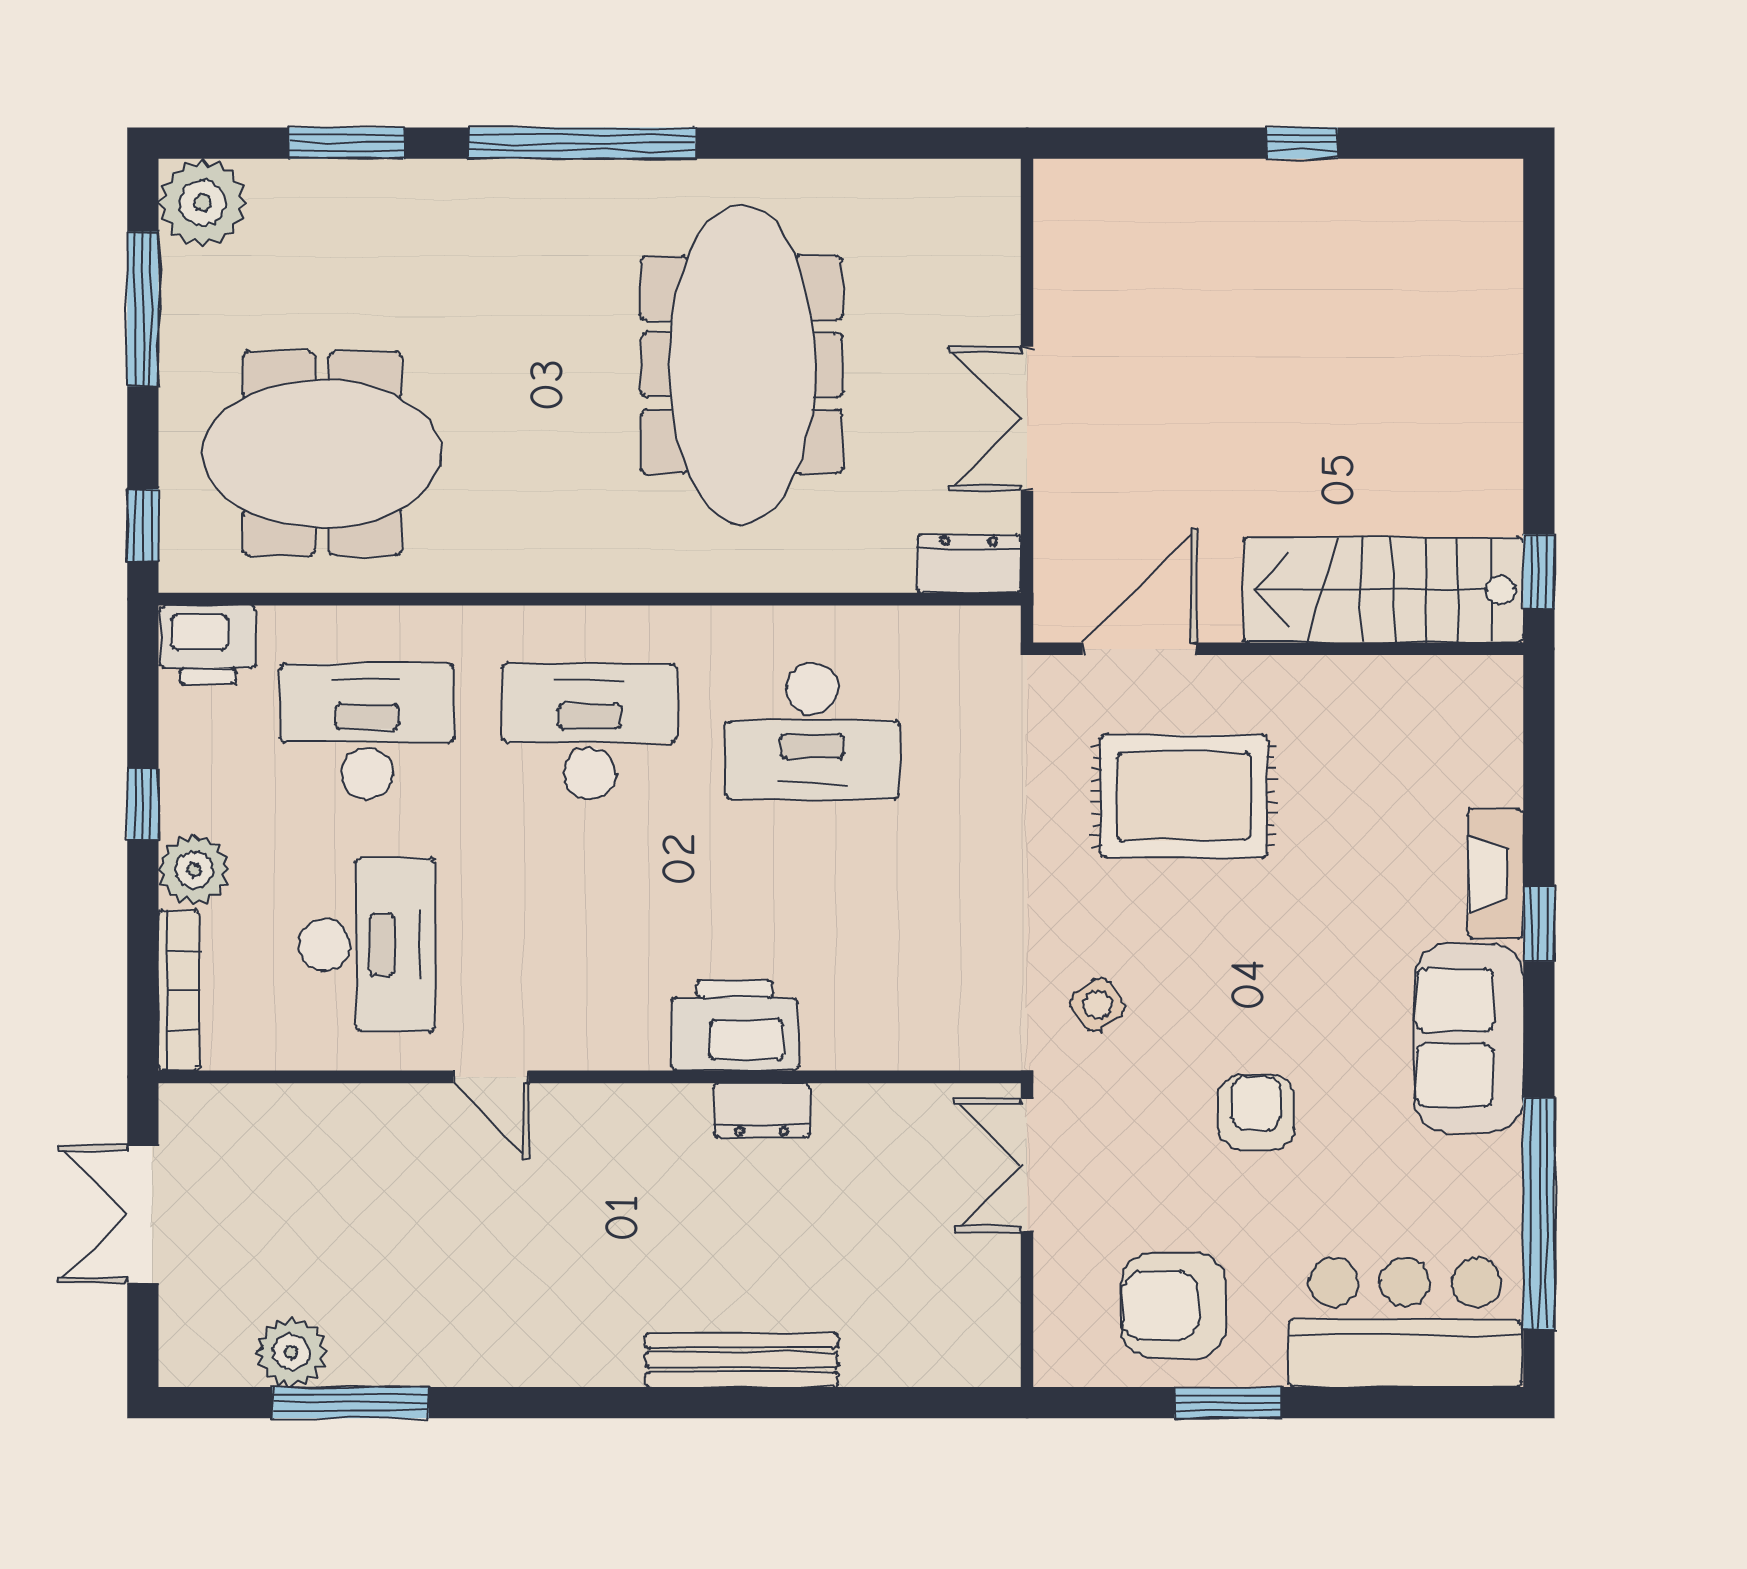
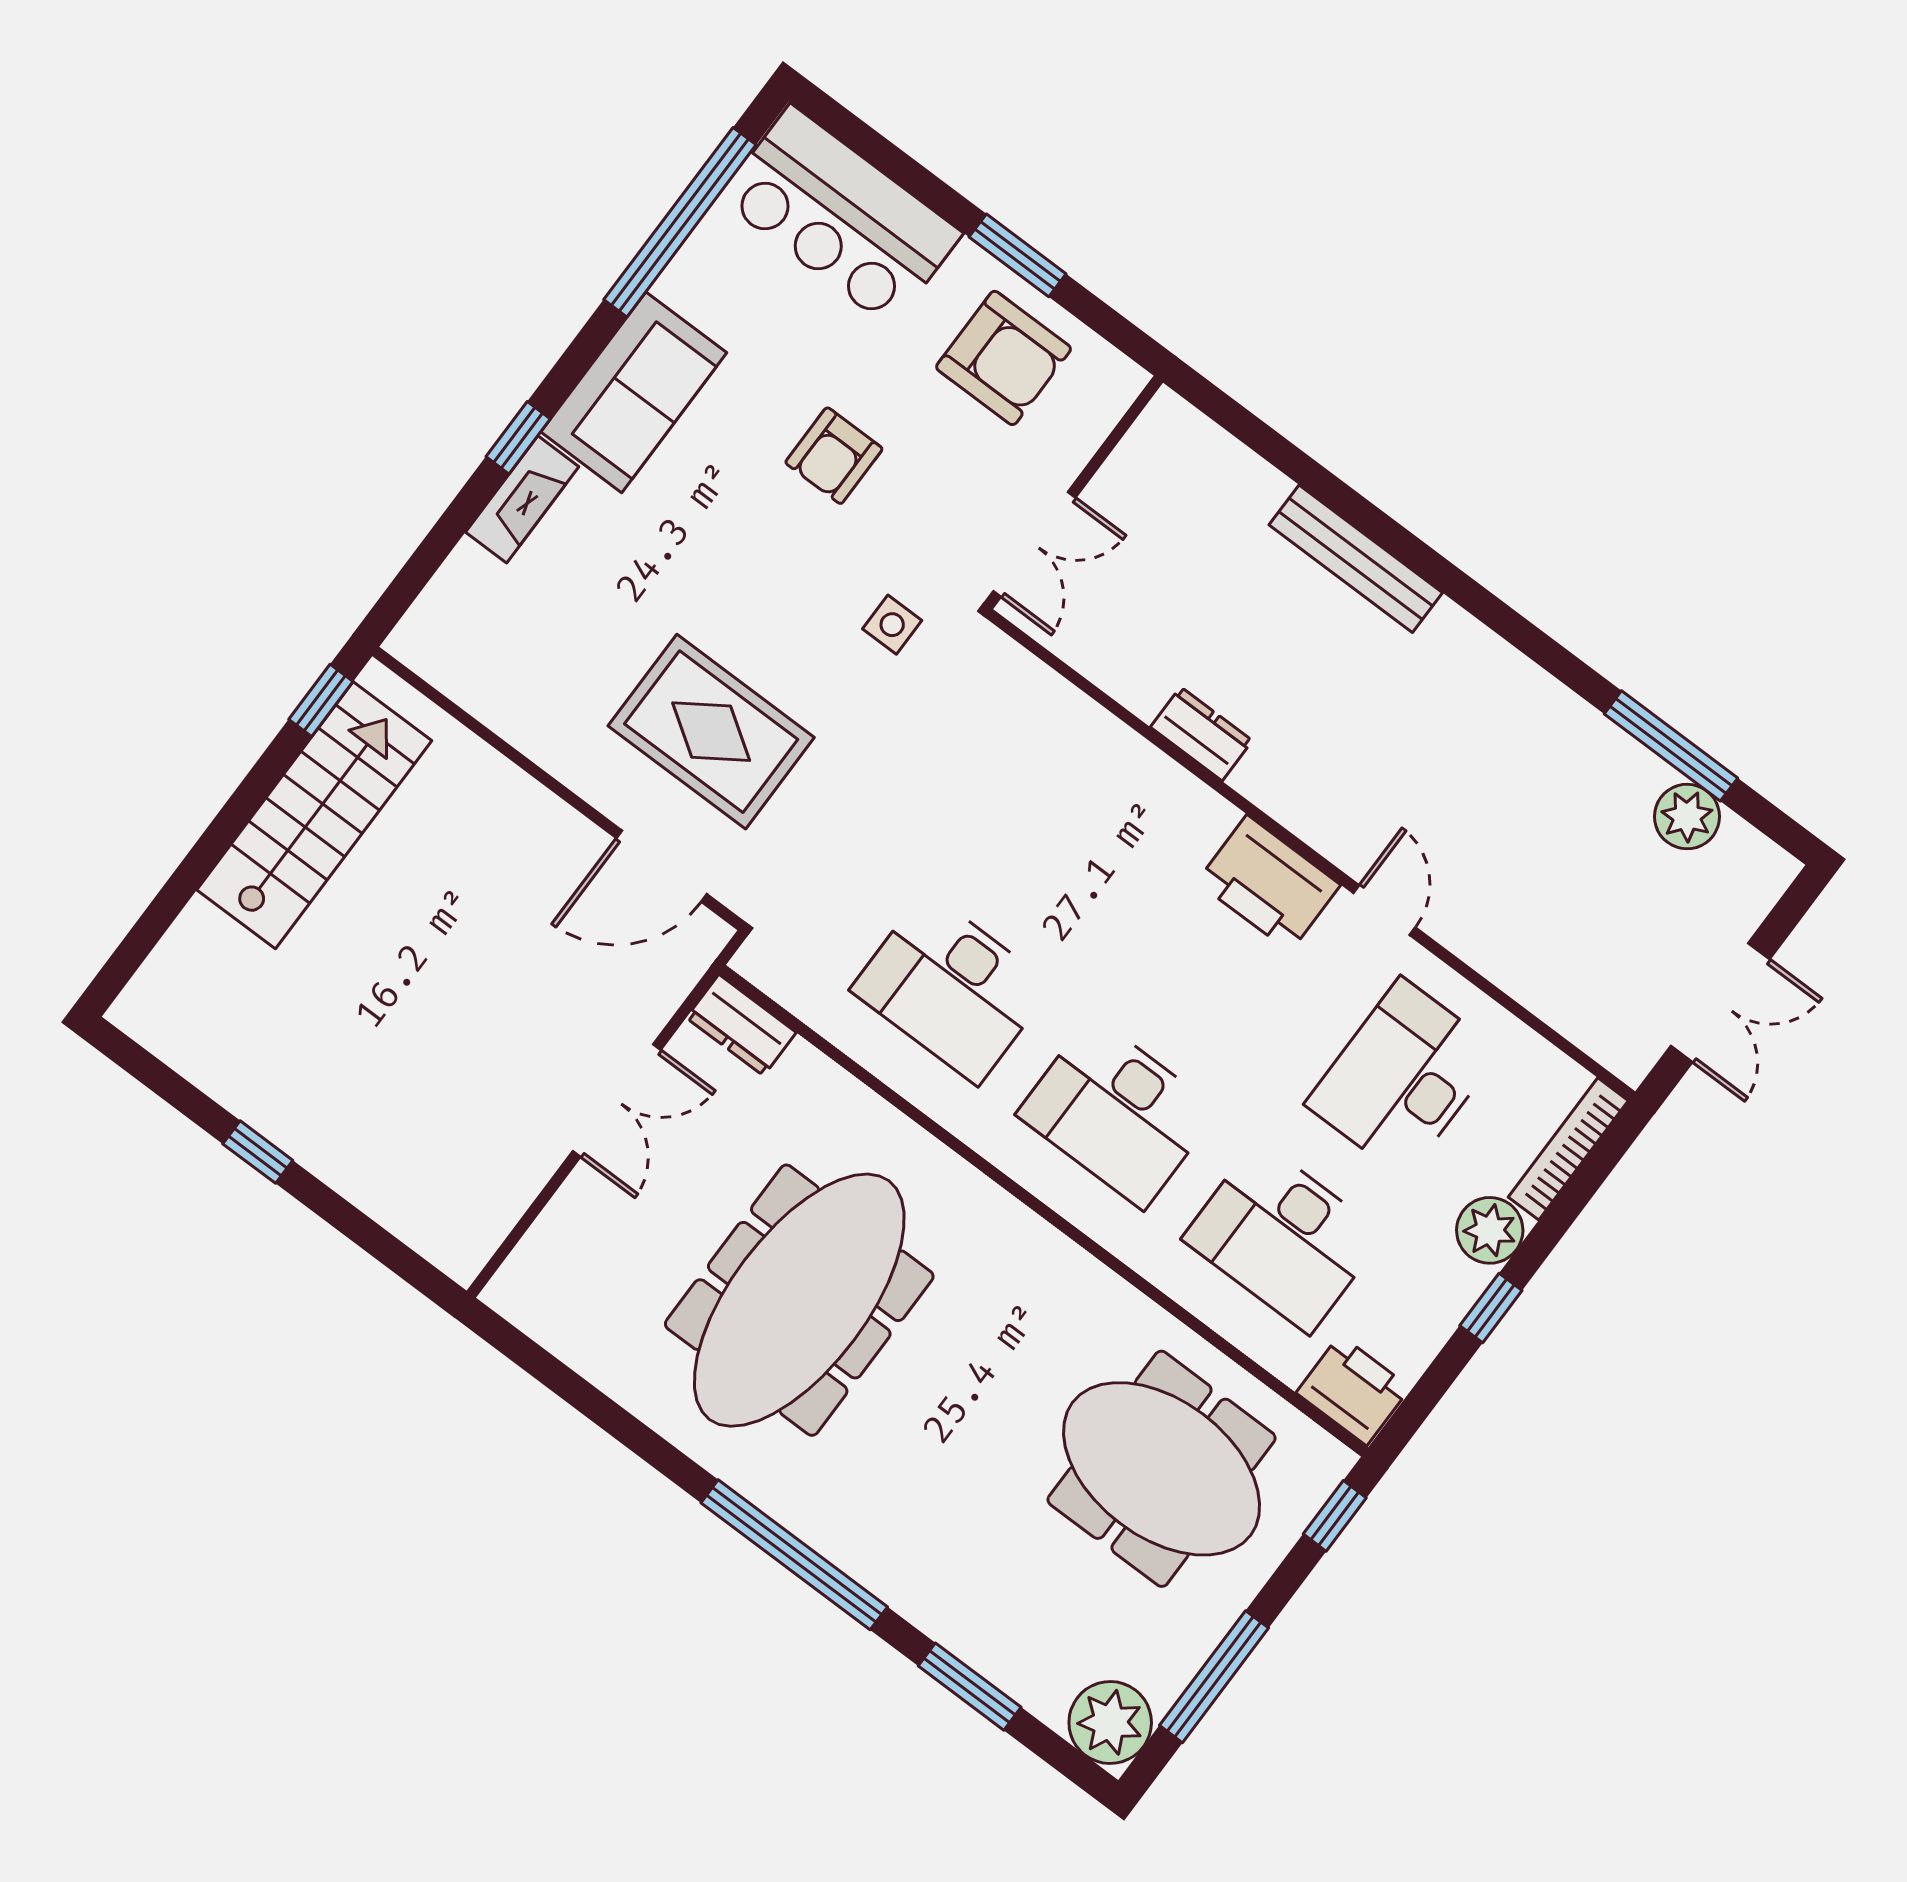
stairs: (1383, 590) -> (314, 815), moved, turned -90
desk: (812, 731) -> (952, 988), turned 180
side table: (1097, 1005) -> (892, 625), turned 34
printer: (735, 1025) -> (1269, 883), moved

